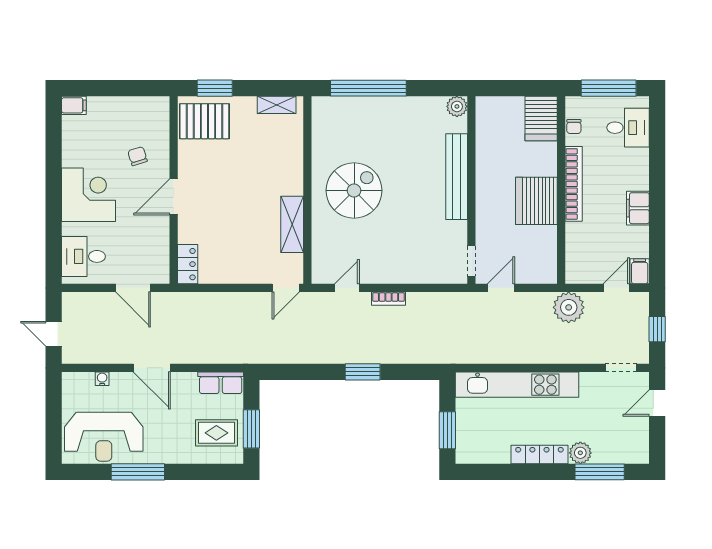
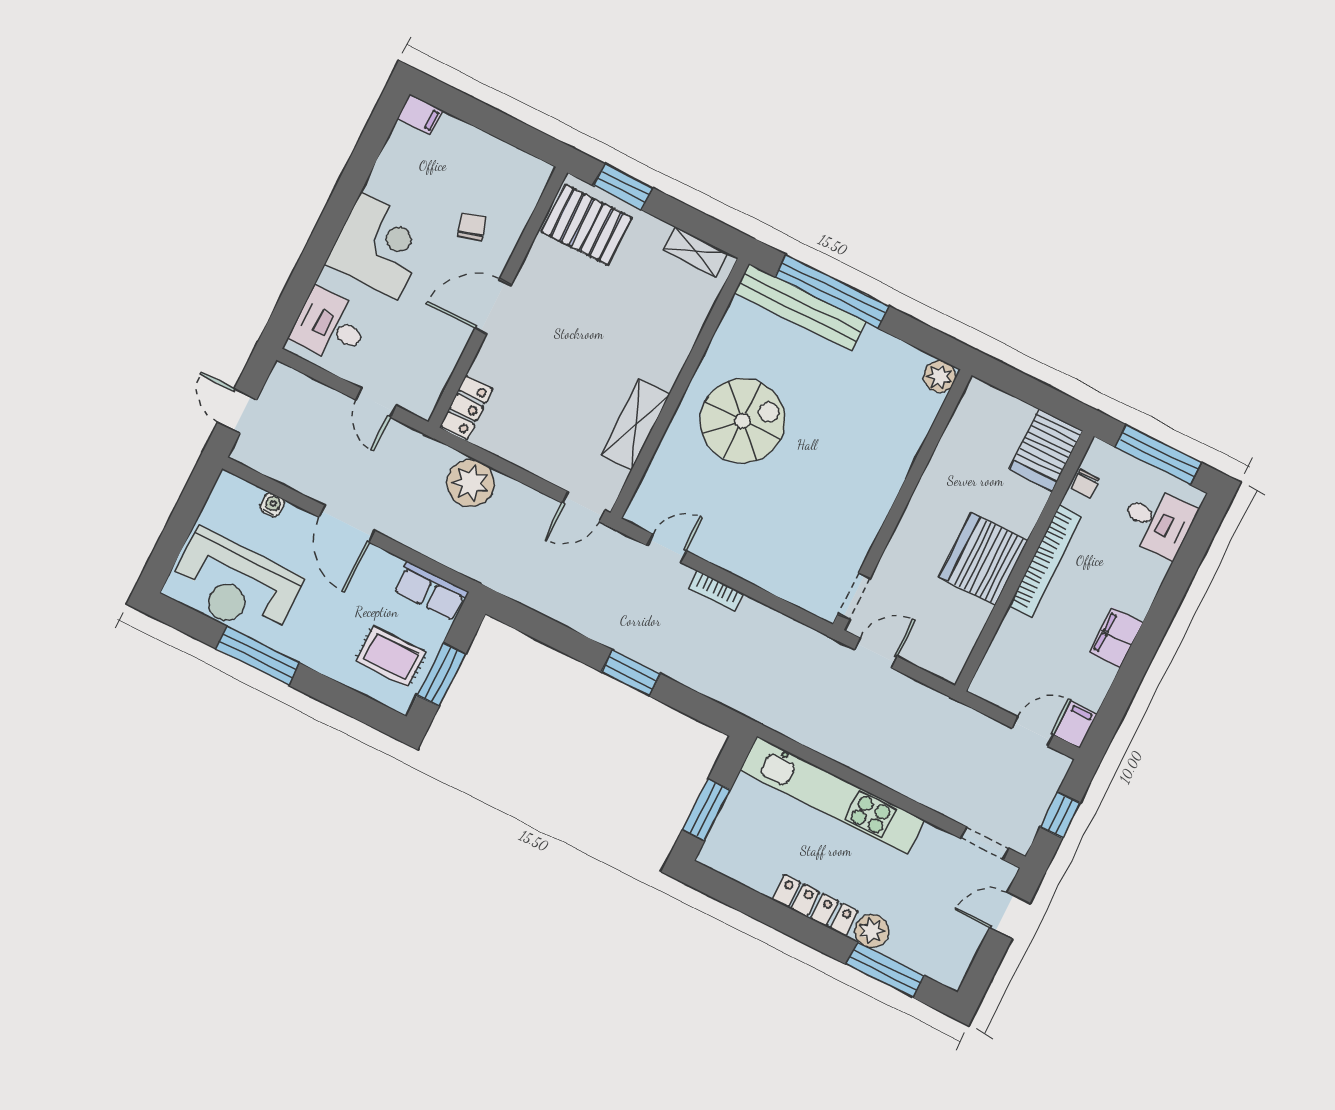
bench: (457, 177) -> (800, 307), moved, turned 90
door: (133, 288) -> (376, 403), width x0.73
plant: (569, 307) -> (471, 483), moved

